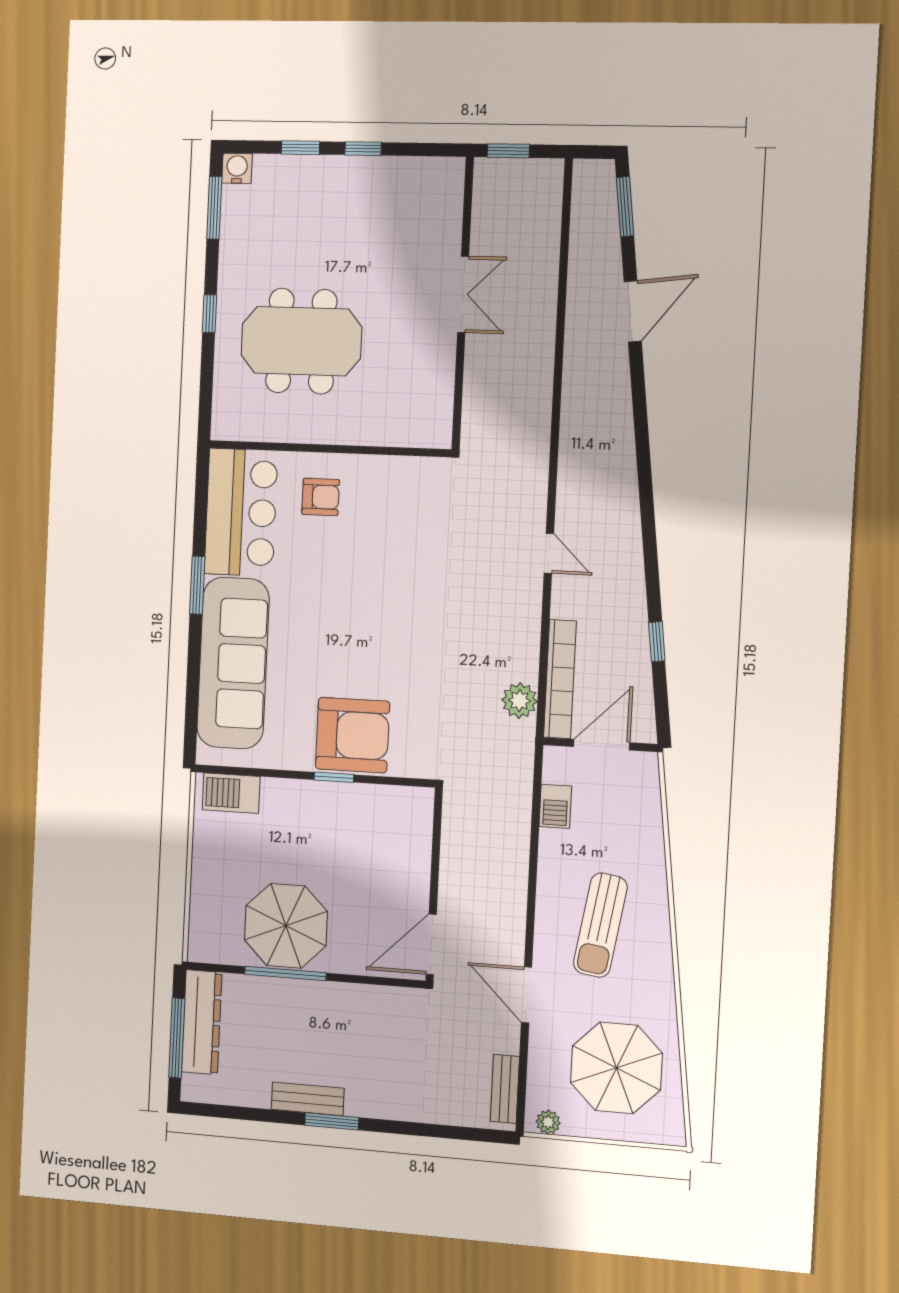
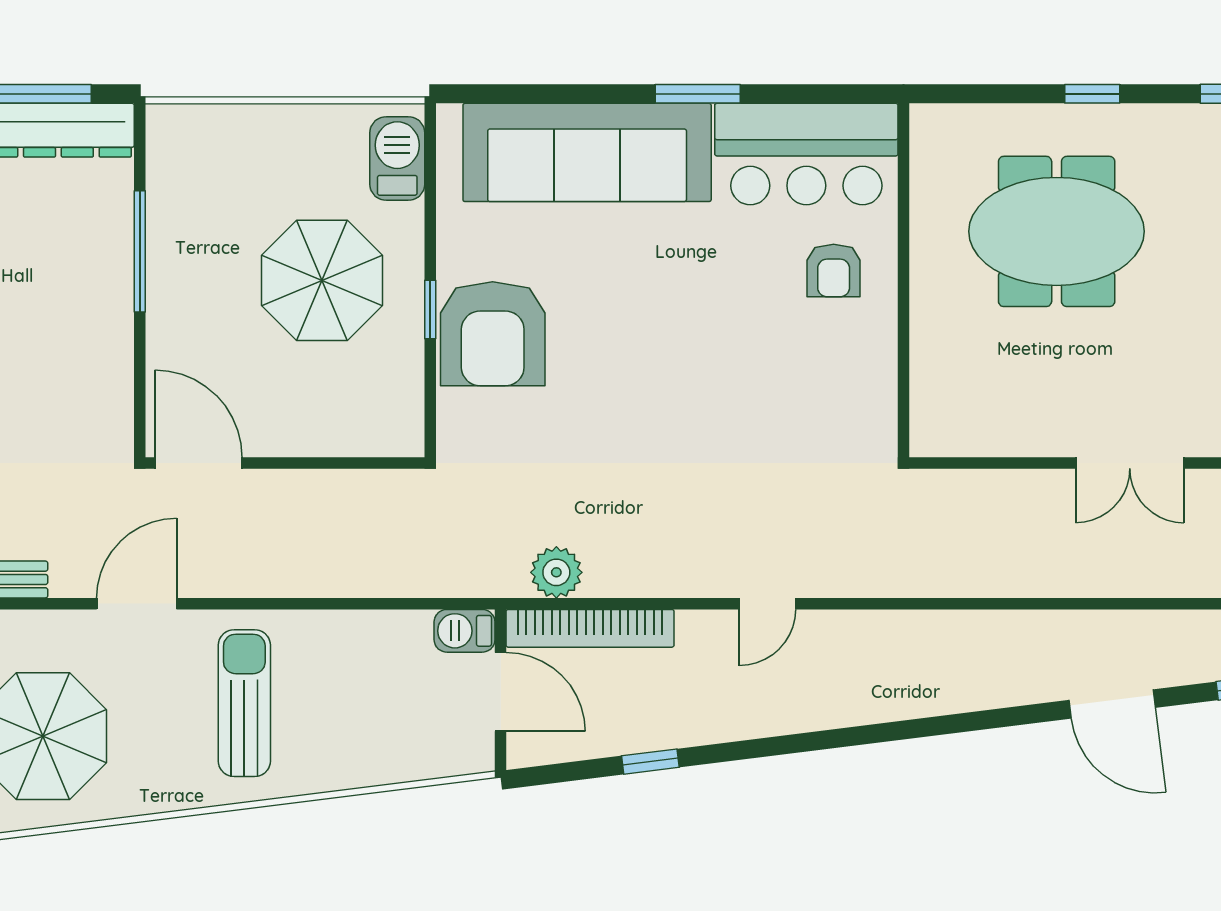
meeting table: (301, 341) -> (1057, 231), turned 90
barbecue: (555, 806) -> (465, 631), moved
sun lounger: (600, 925) -> (244, 703), turned 81
parasol: (286, 926) -> (322, 280), moved

